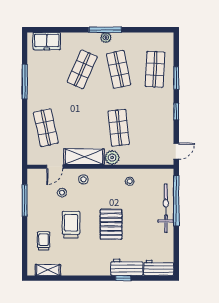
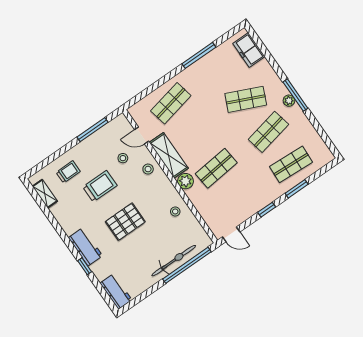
workbench: (127, 267) -> (85, 247), moved

